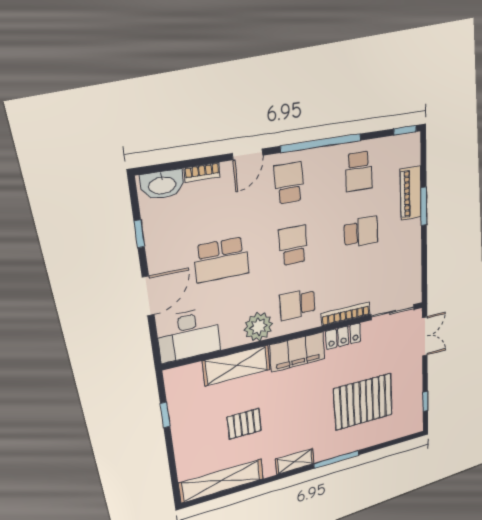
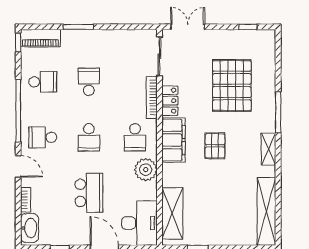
piano: (411, 193) -> (40, 38), moved
school desk: (293, 245) -> (89, 137), turned -90
shelving: (237, 365) -> (172, 213), moved
pallet: (244, 424) -> (215, 146), moved

